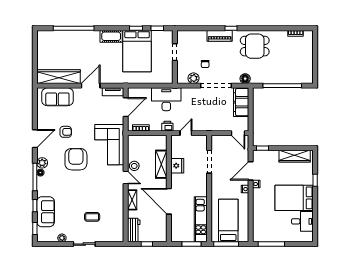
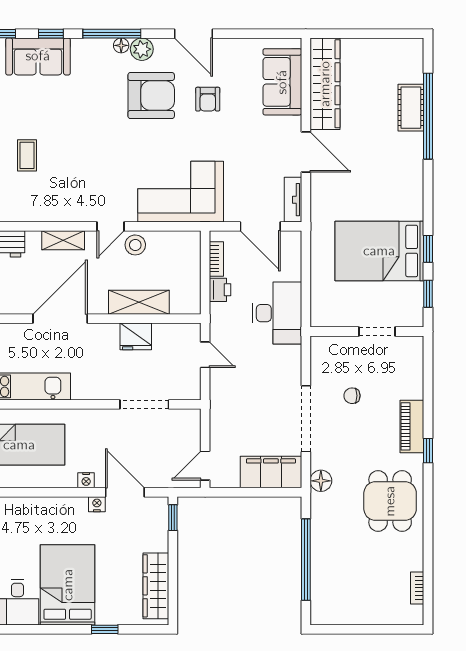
cot: (111, 36) -> (411, 108), moved
plant: (194, 78) -> (322, 371), removed
printer: (167, 126) -> (220, 290), moved
armchair: (76, 159) -> (151, 96), moved

